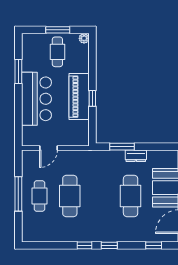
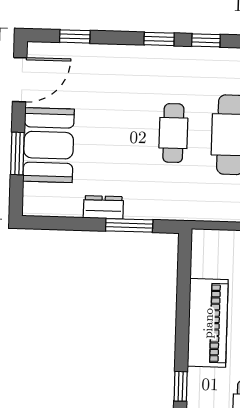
window: (92, 98) -> (181, 386), moved
cafe table: (131, 196) -> (173, 133), moved, width x0.73, depth x0.74

